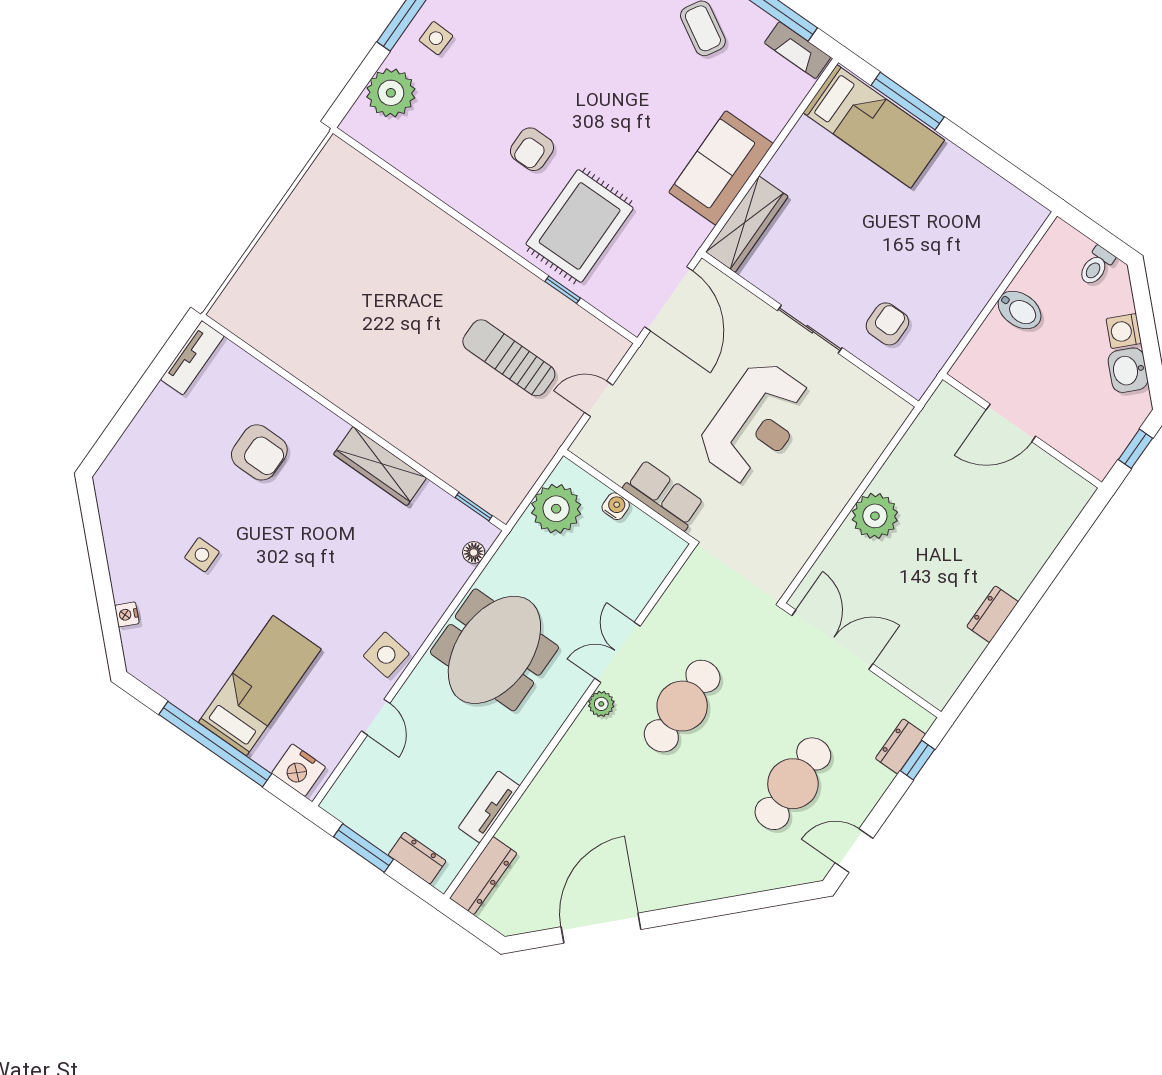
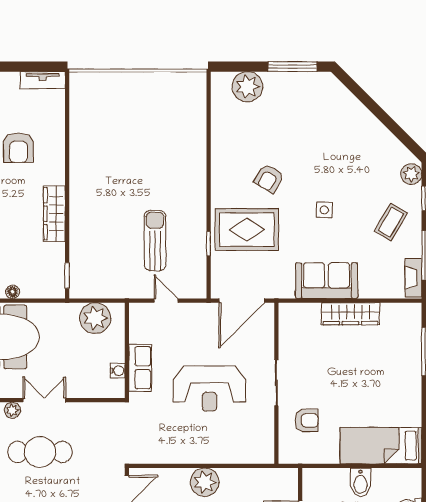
side table: (436, 38) -> (324, 210), moved
bed: (874, 126) -> (381, 446), moved, turned 90
armchair: (532, 149) -> (269, 178), turned -60
wardrobe: (747, 224) -> (350, 314), moved
water cooler: (616, 506) -> (118, 371), moved
floor lamp: (474, 552) -> (13, 292), moved

